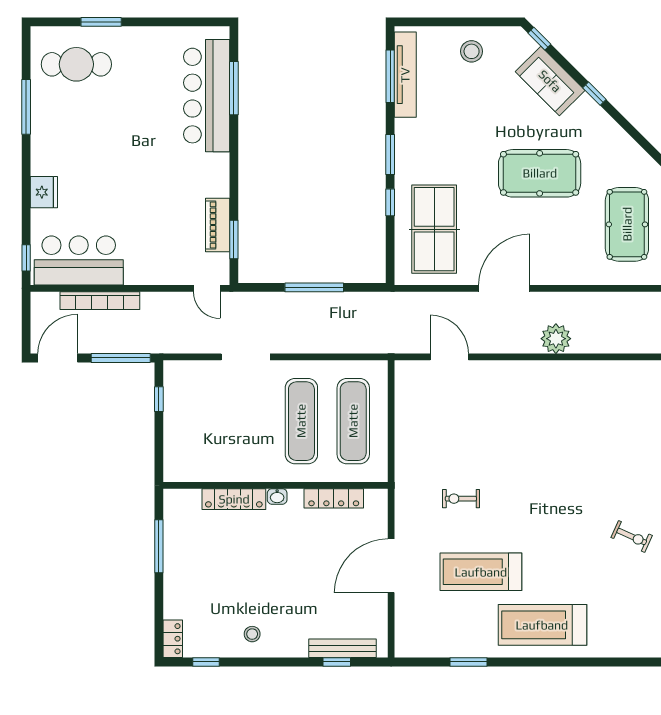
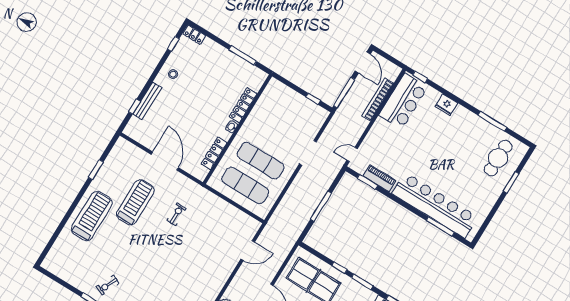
bar counter: (207, 96) -> (435, 205), width x1.36
bench: (342, 648) -> (147, 101), moved

